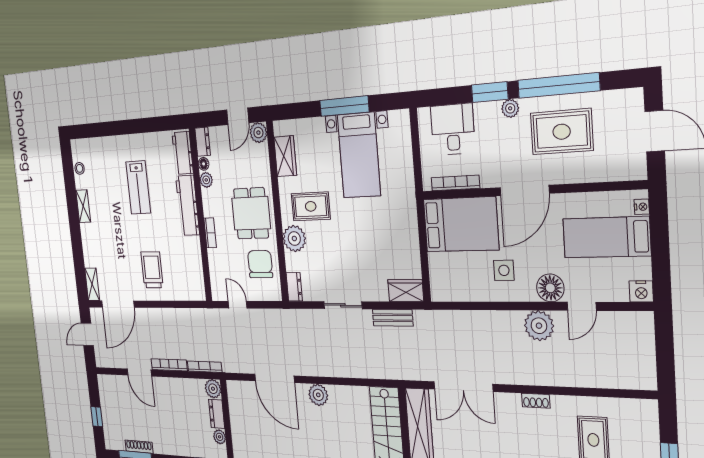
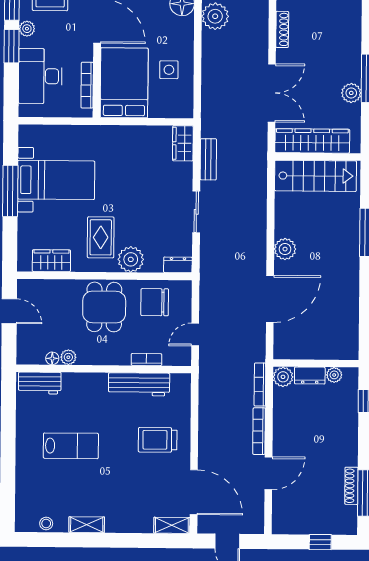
desk: (453, 129) -> (40, 76), width x1.37
plant: (258, 133) -> (27, 289), removed
dresser: (203, 142) -> (30, 357), removed
workbench: (188, 205) -> (139, 384), moved
dining table: (251, 213) -> (104, 307), turned 90
bookcase: (210, 233) -> (146, 360), moved
side table: (504, 270) -> (169, 70), moved
shoe rack: (536, 401) -> (282, 29), width x1.43

